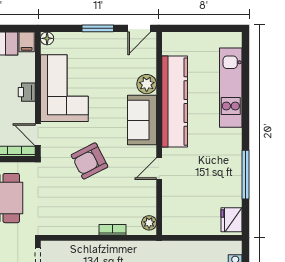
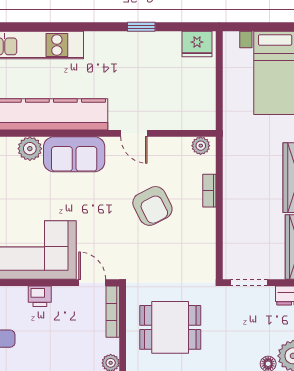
door: (38, 135) -> (92, 283), swing flipped
armchair: (89, 161) -> (152, 206), moved
window: (246, 175) -> (141, 27), width x0.46

